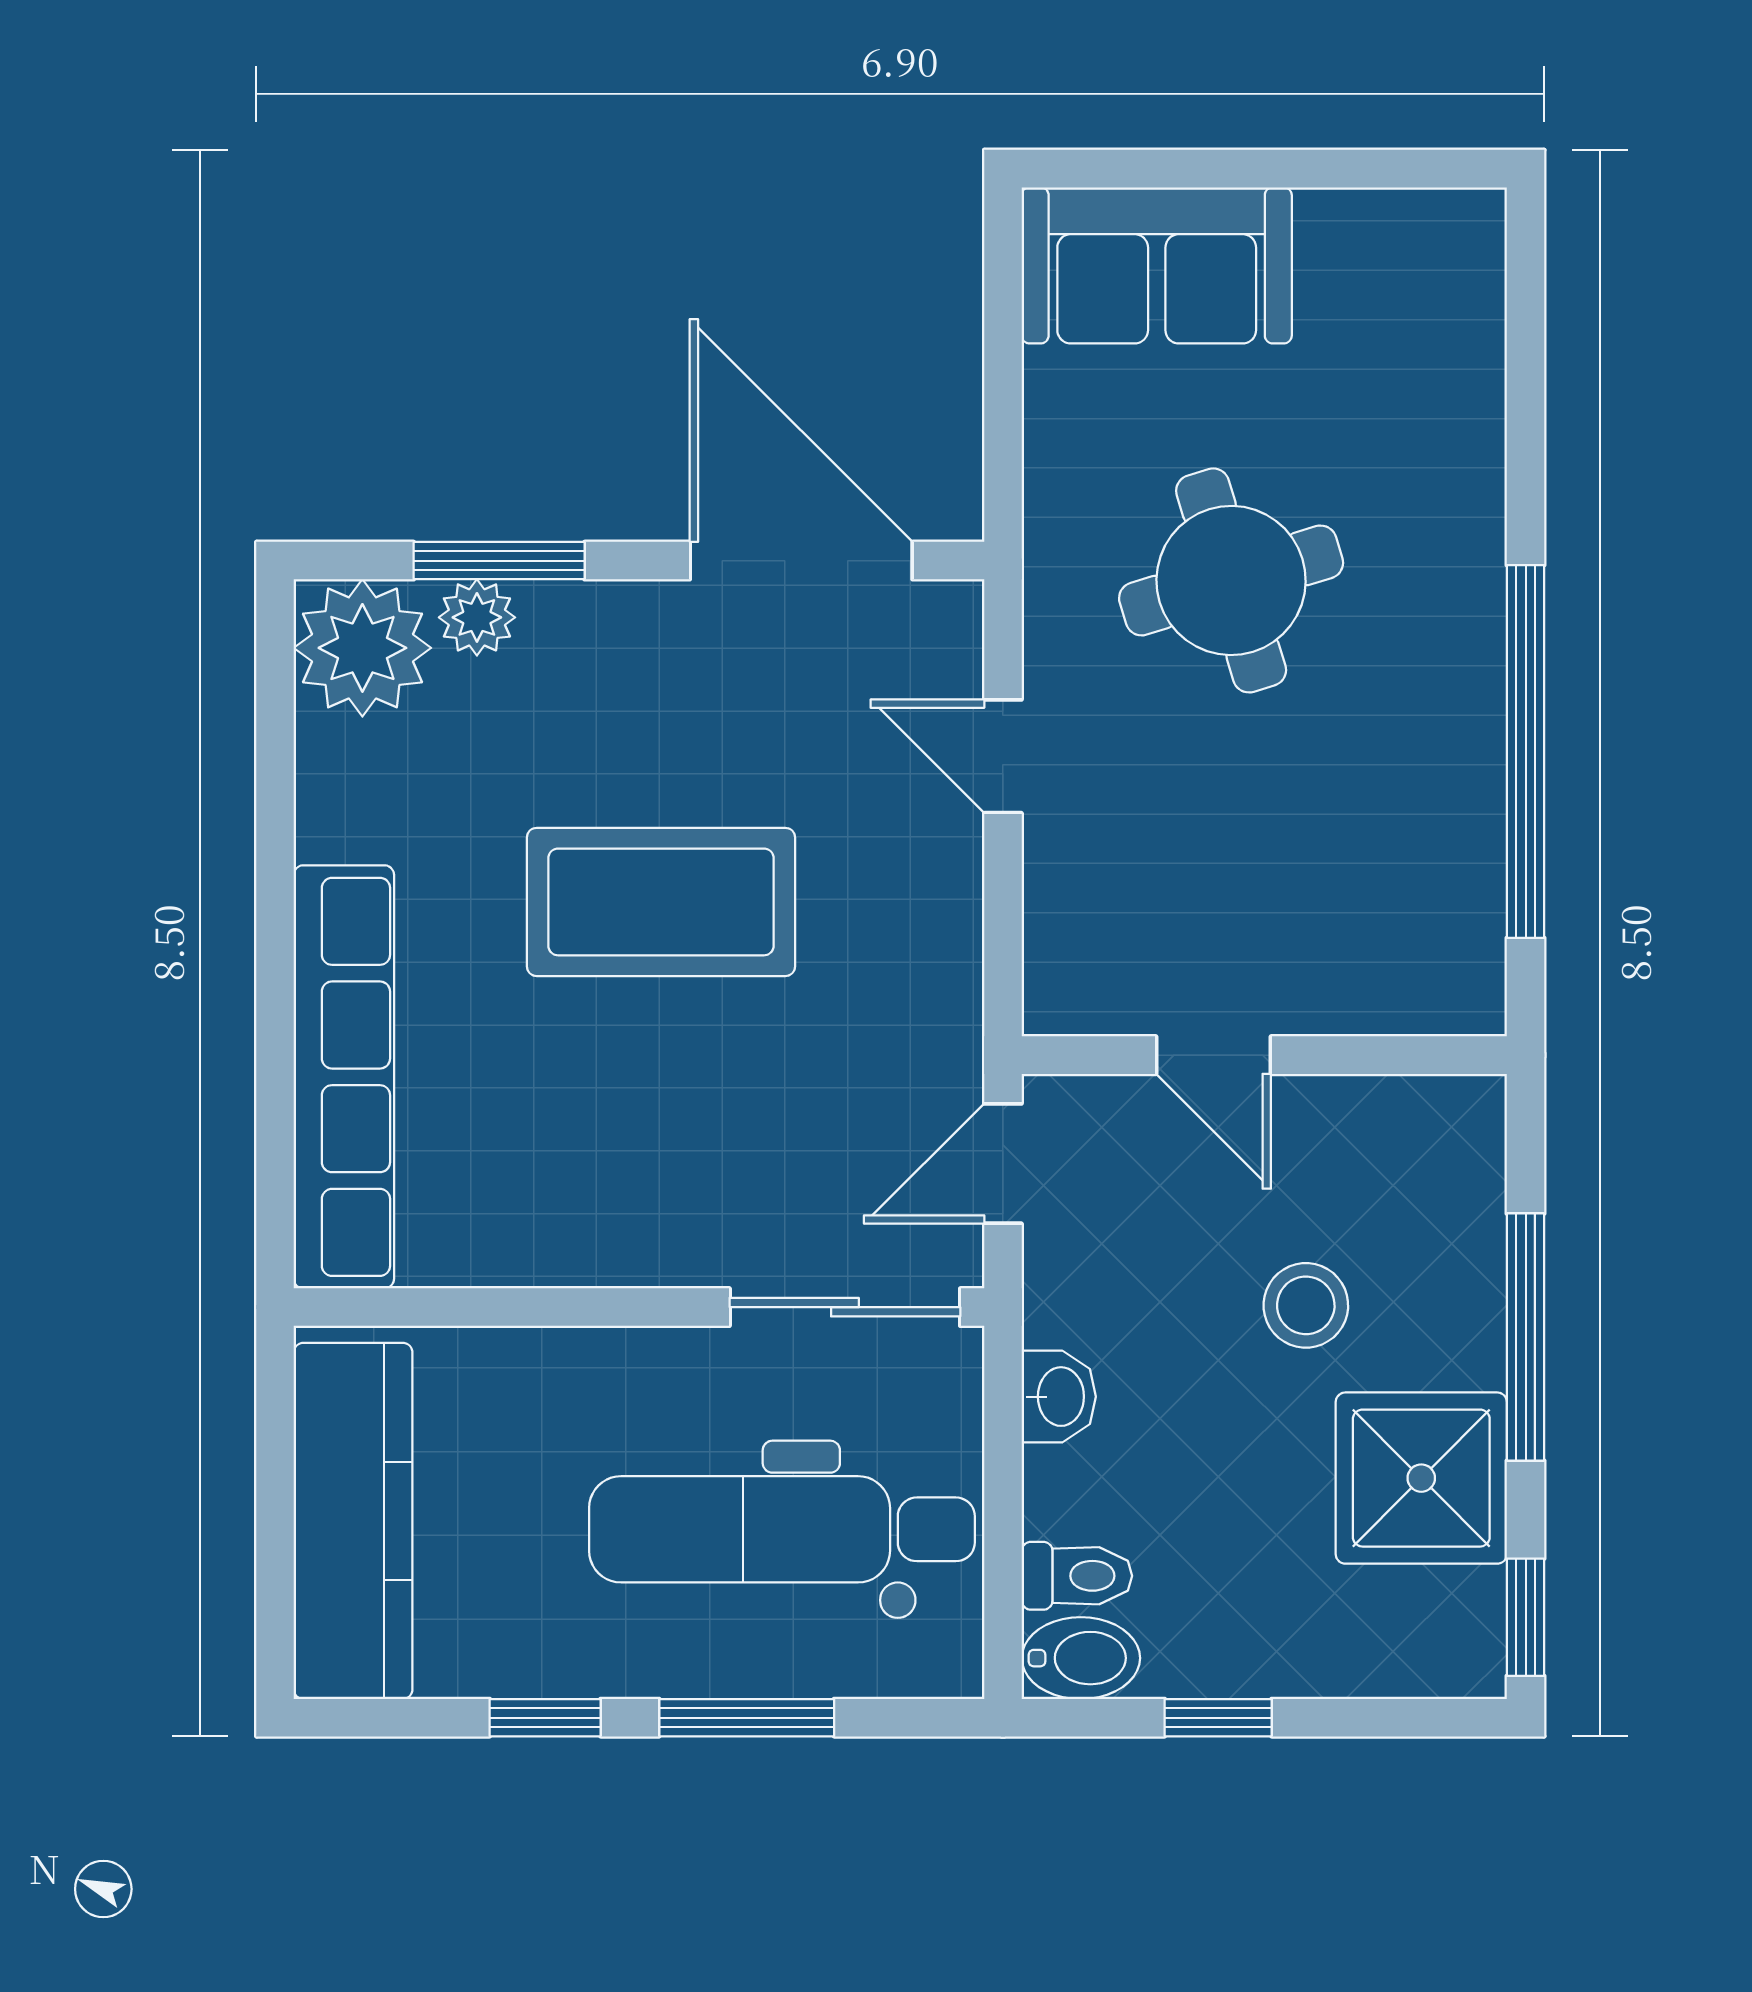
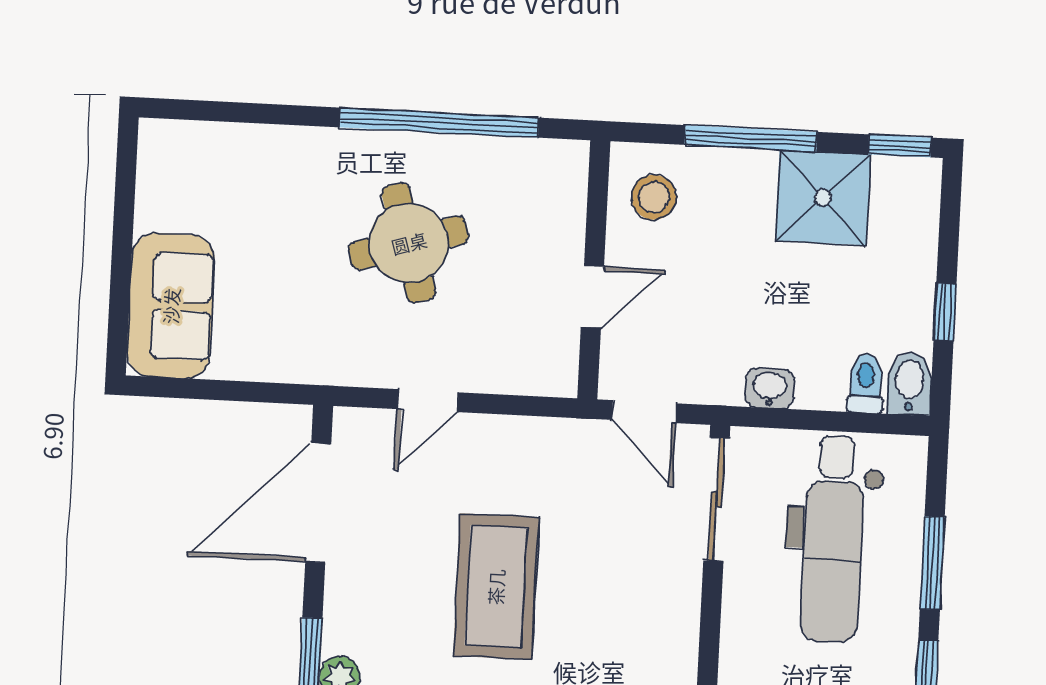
round table: (1231, 580) -> (409, 243), moved
stool: (1306, 1305) -> (654, 197), moved

